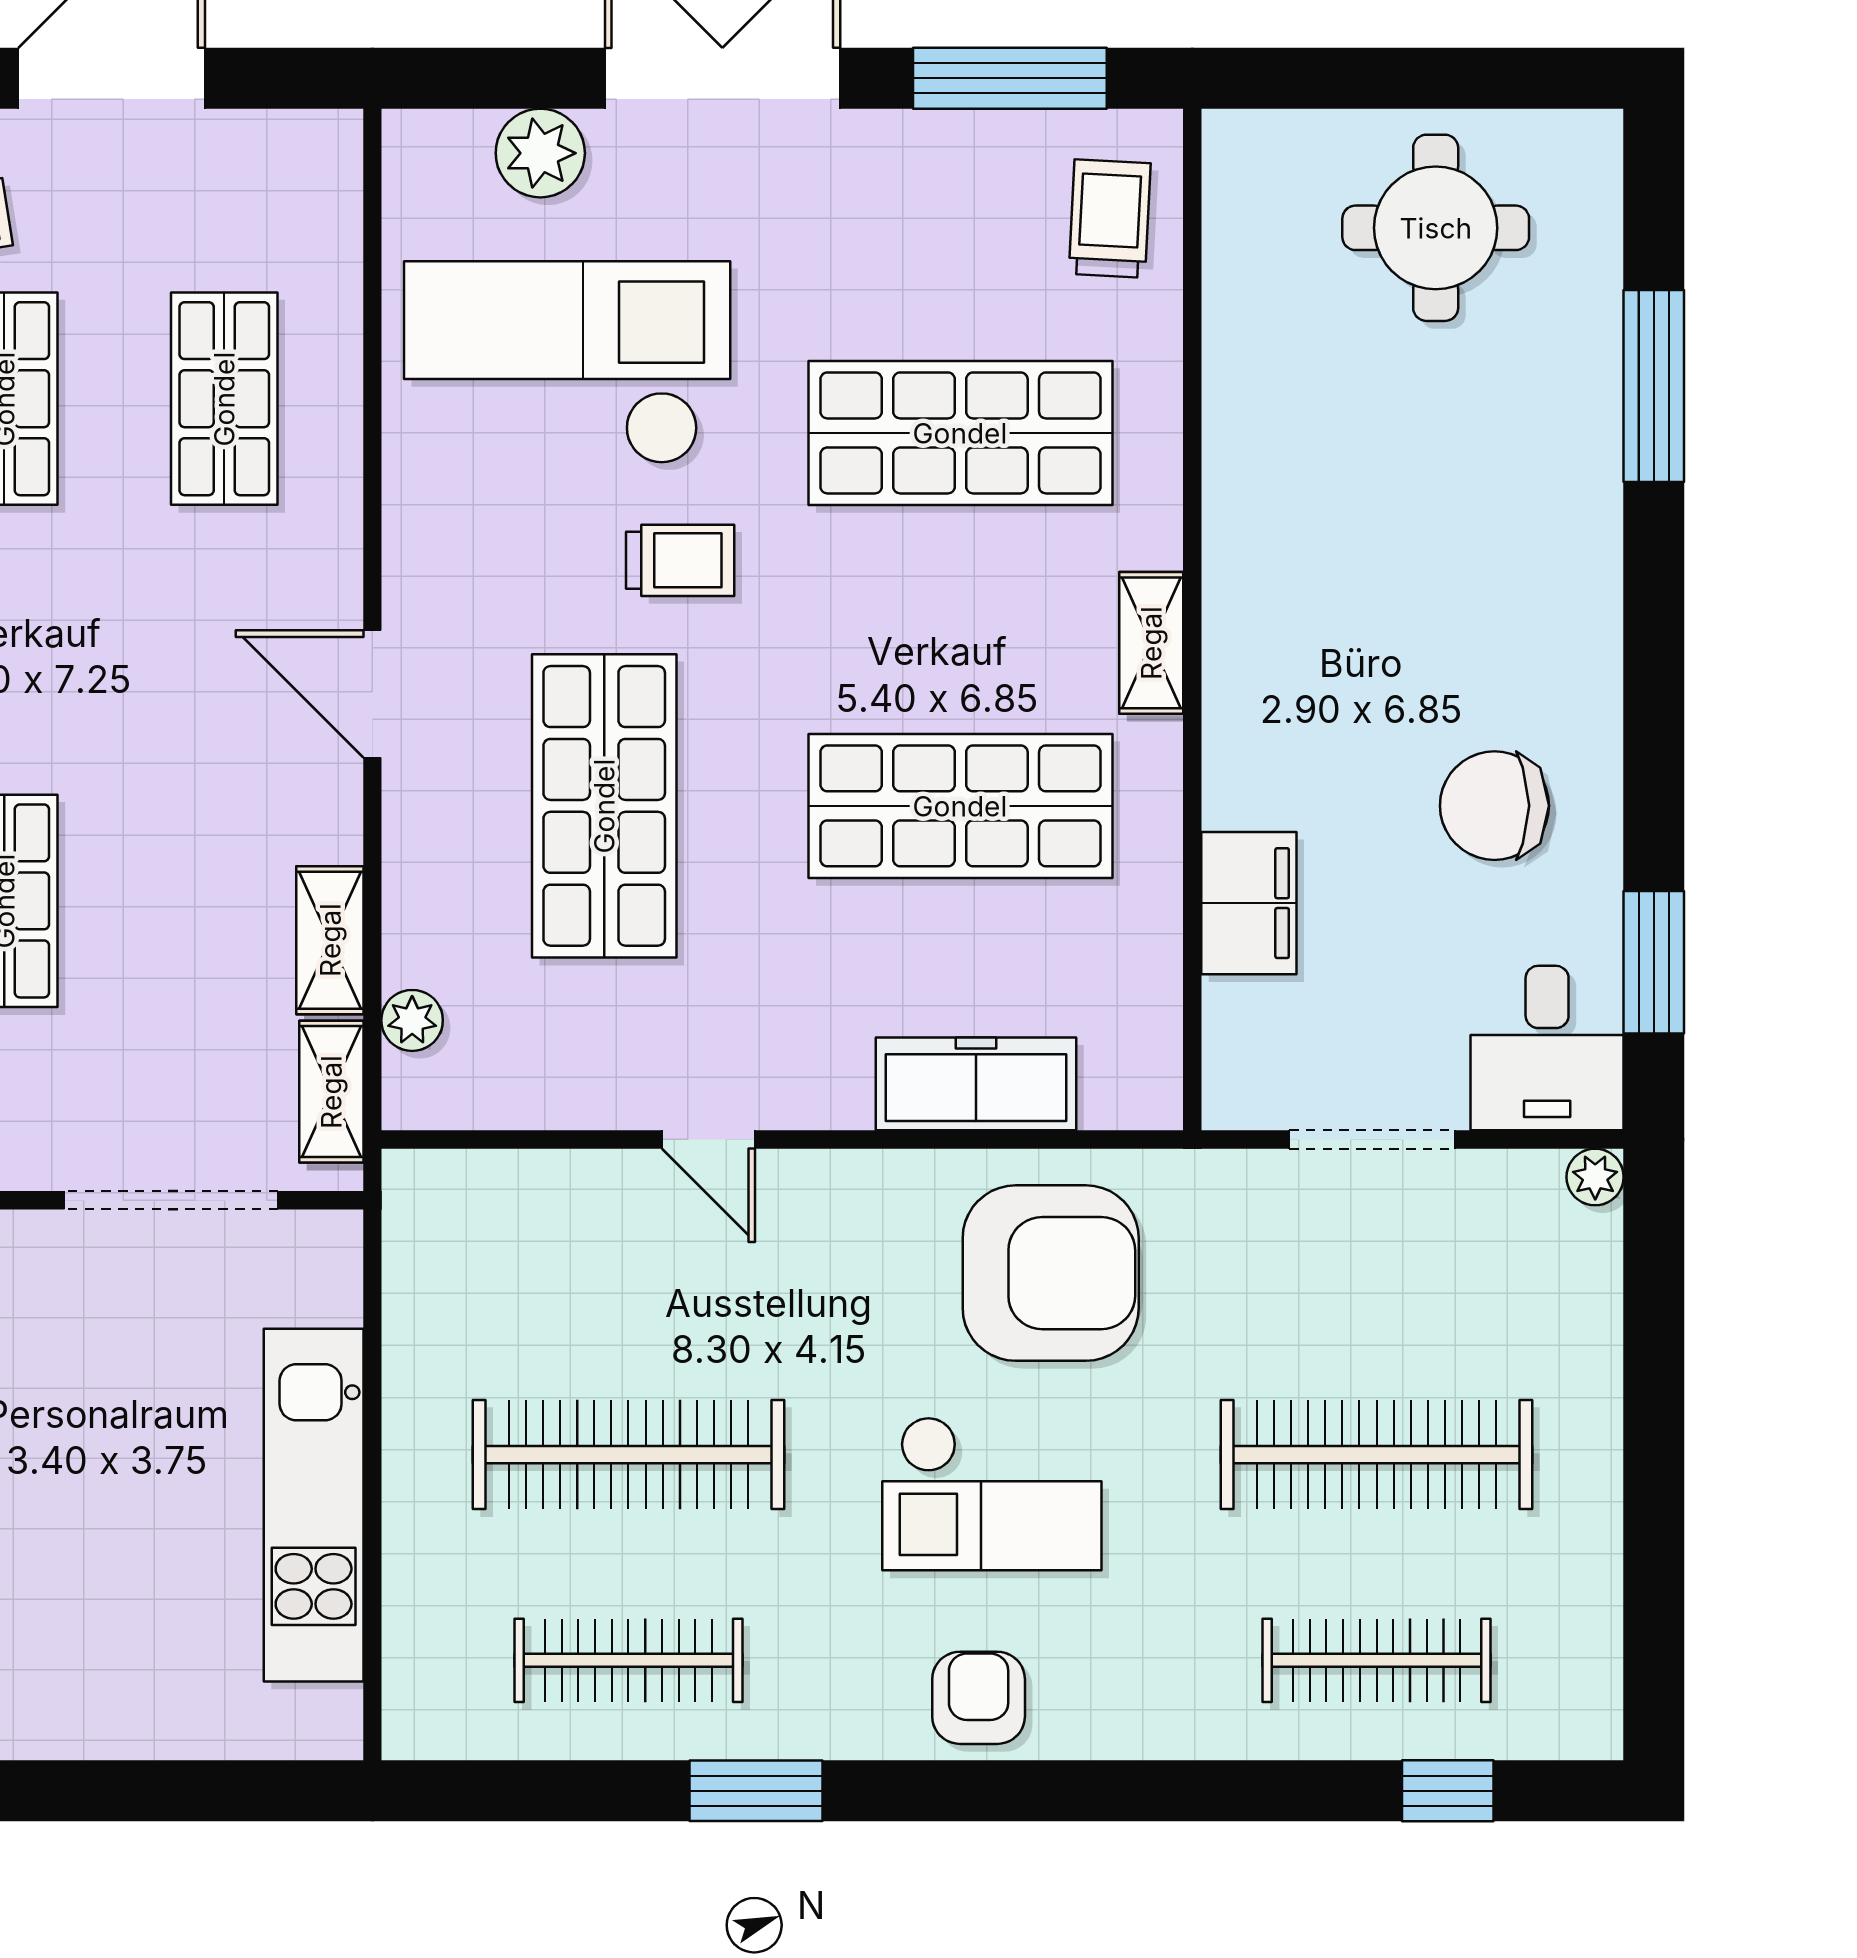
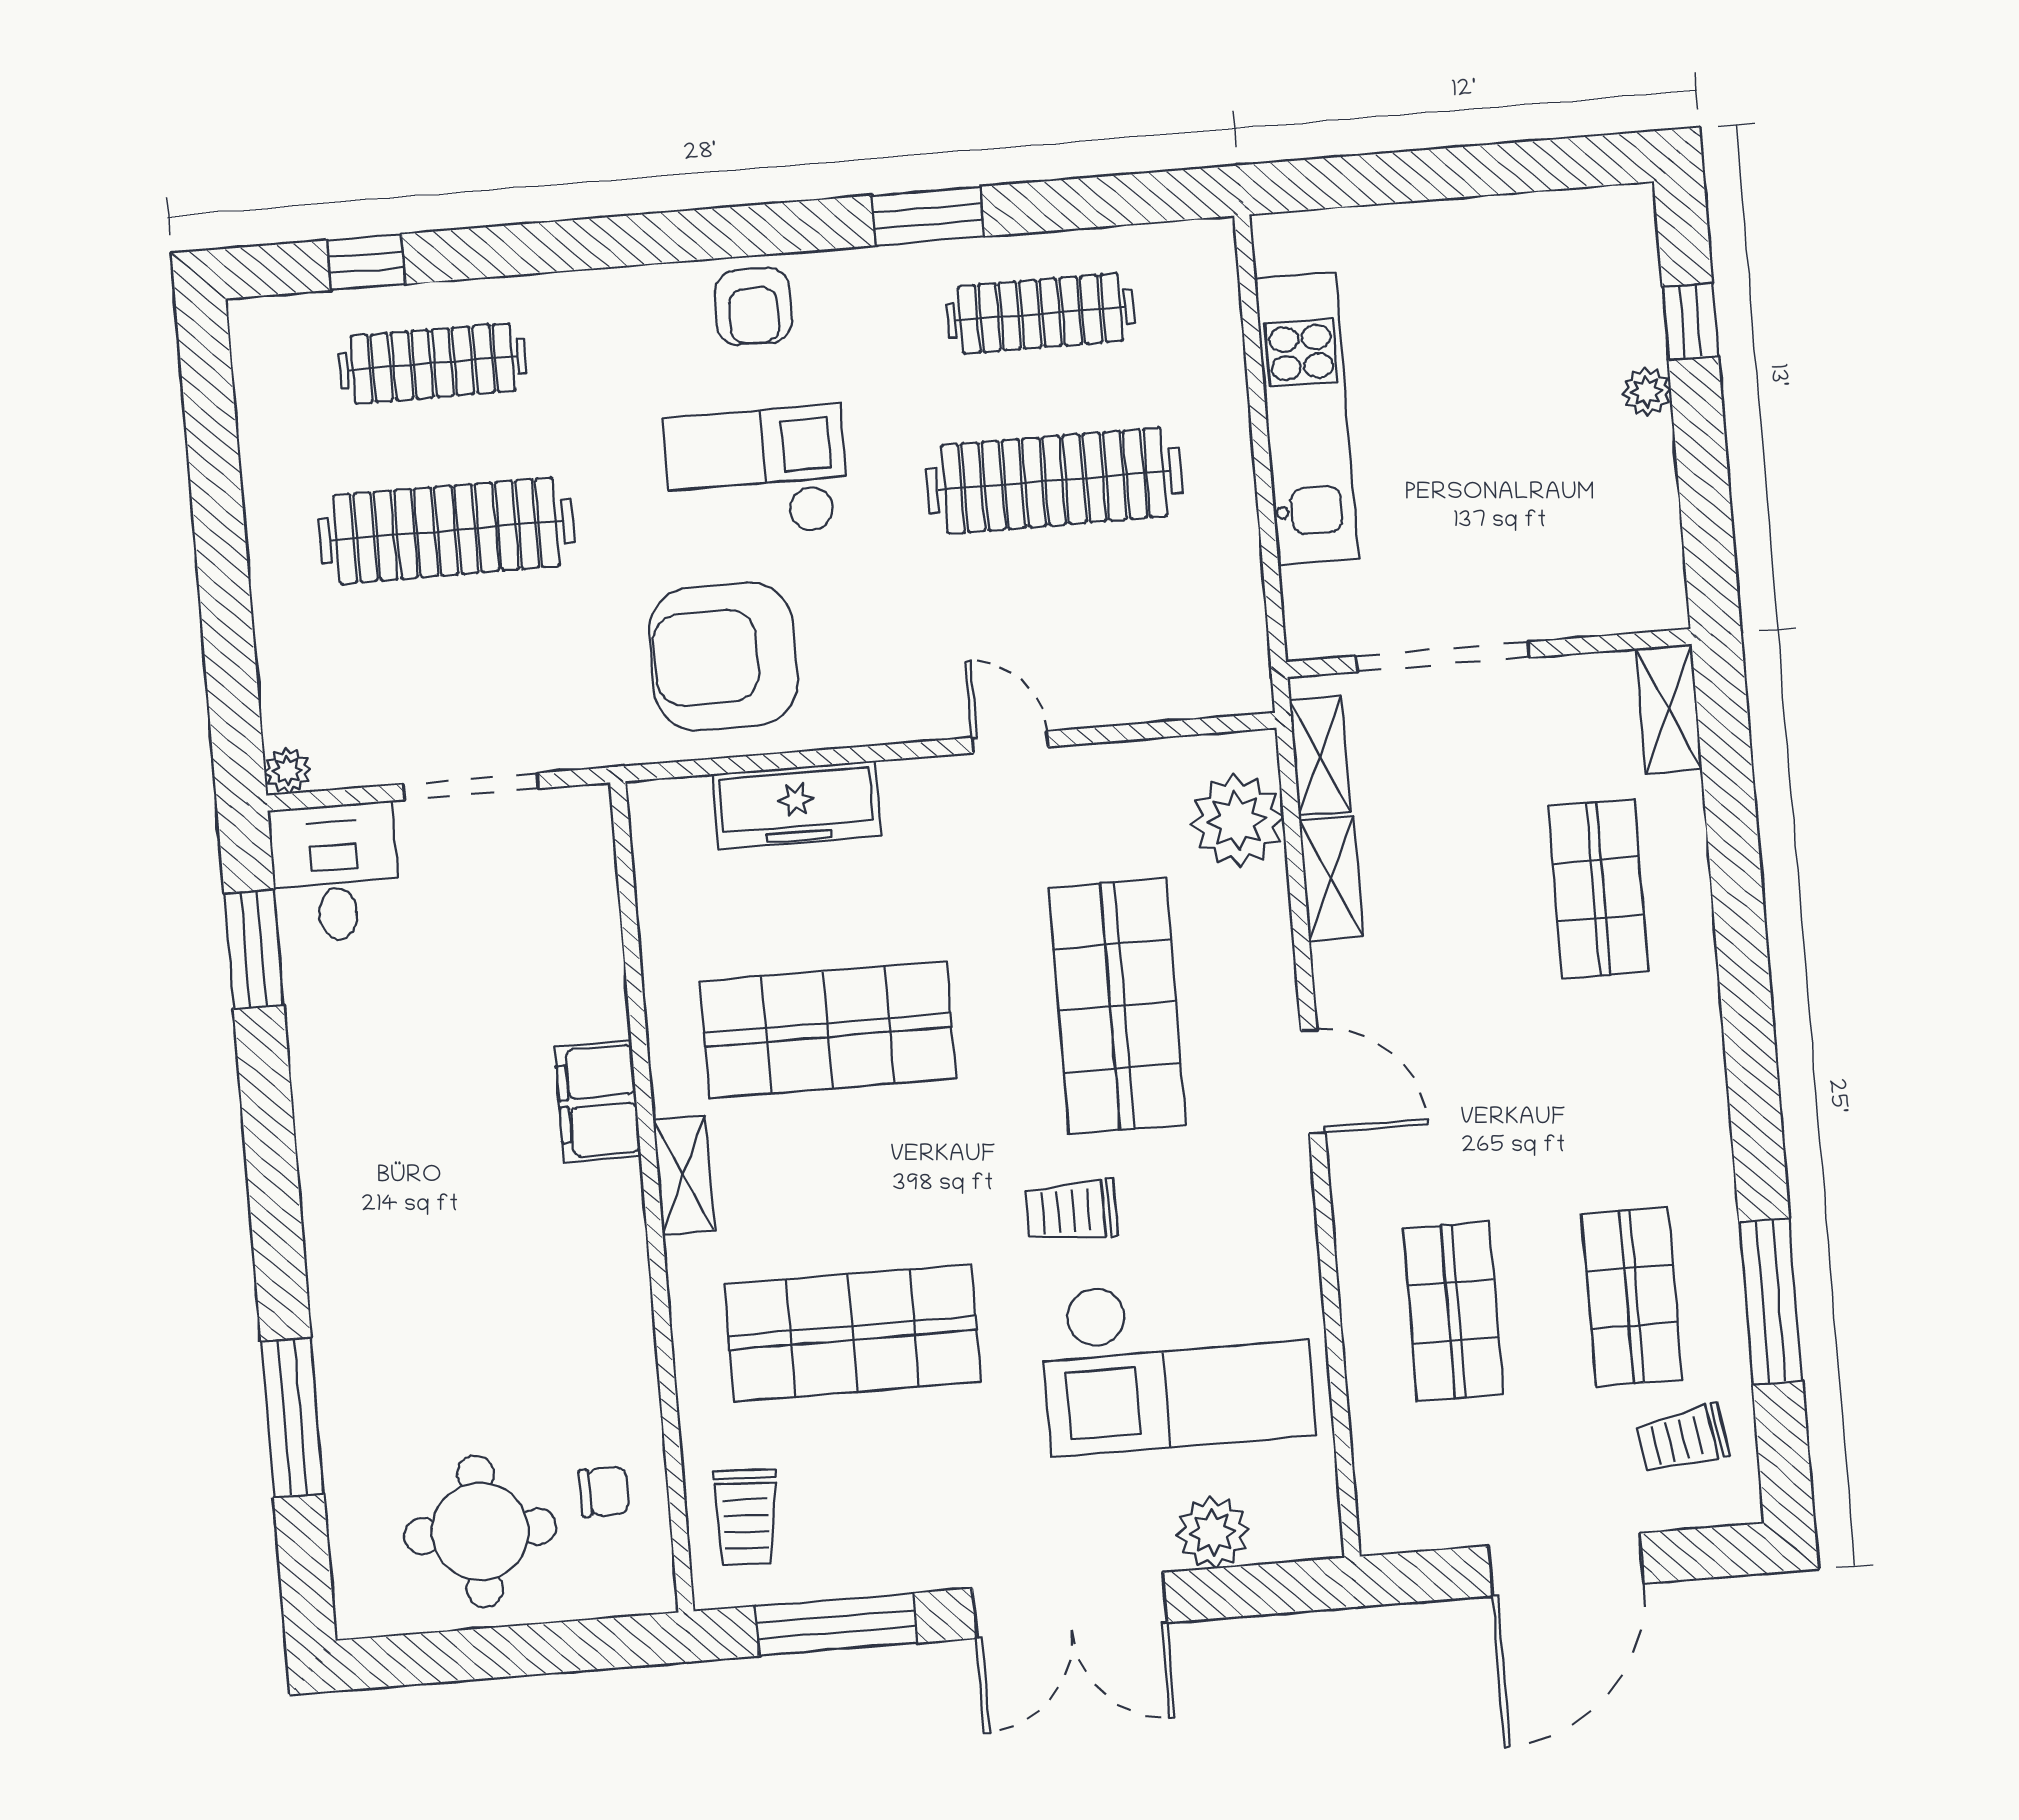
chair: (1494, 806) -> (604, 1491), moved, width x0.54, depth x0.54
filing cabinet: (1249, 903) -> (598, 1101), moved
plant: (412, 1020) -> (1237, 821), width x1.88, depth x1.88

